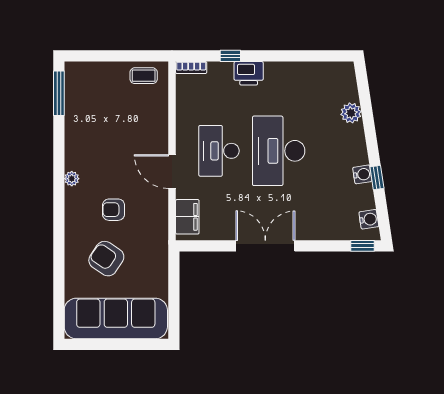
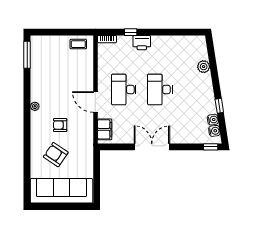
desk: (279, 151) -> (160, 89), width x0.73, depth x0.77
water cooler: (362, 174) -> (213, 120), moved

